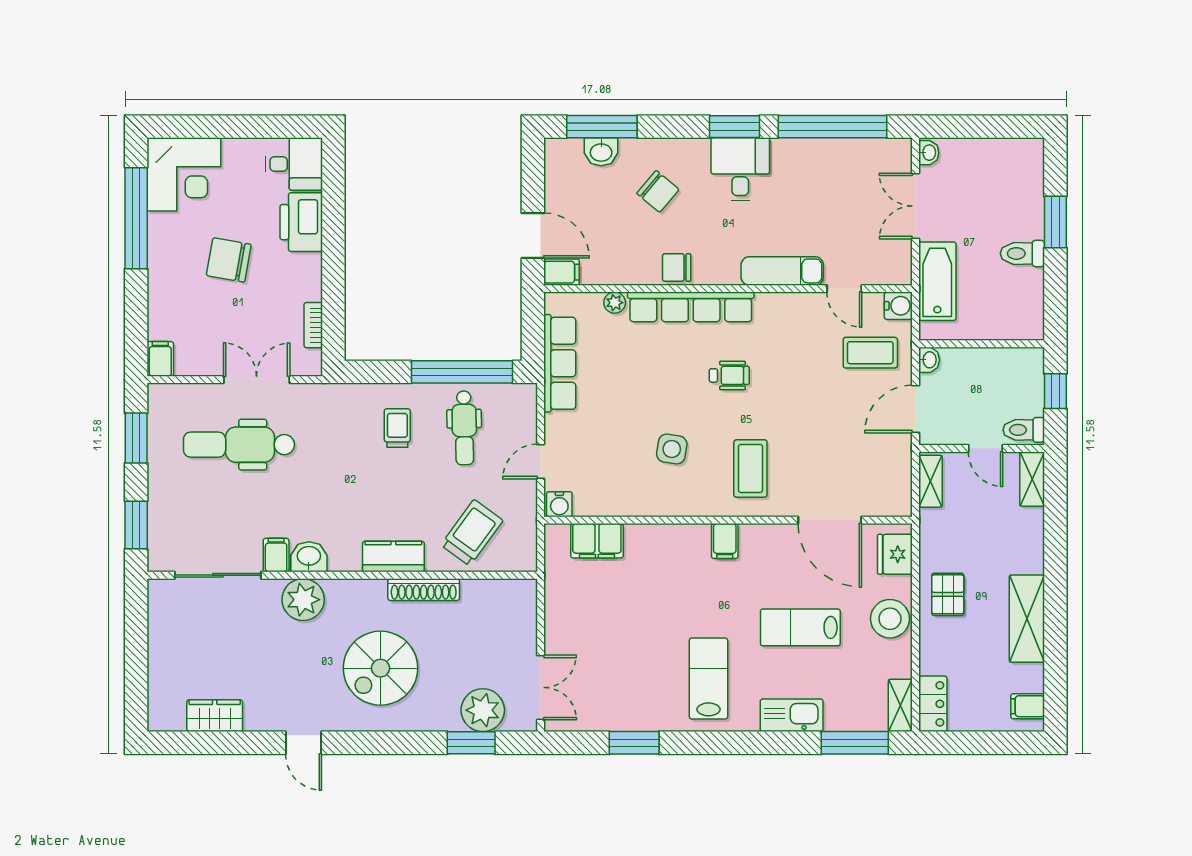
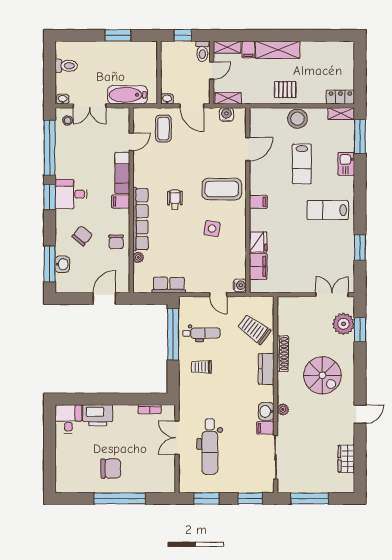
stool: (886, 162) -> (68, 121), added
corner desk: (184, 174) -> (74, 474), removed
window: (136, 218) -> (120, 498), moved
window: (1055, 222) -> (118, 35), moved
toilet: (1022, 253) -> (66, 66), moved, turned -90
chair: (229, 260) -> (111, 469), moved, turned -100
chair: (677, 267) -> (116, 242), moved
filing cabinet: (562, 272) -> (121, 201), moved, turned -90
water cooler: (898, 306) -> (226, 114), moved
filing cabinet: (160, 359) -> (167, 486), removed
row of seats: (560, 363) -> (169, 285), width x0.68
coffee table: (750, 468) -> (222, 189), width x1.36, depth x1.32
door: (830, 520) -> (248, 149), width x0.73
fridge: (895, 554) -> (258, 242), moved, turned -90
plant: (303, 600) -> (283, 409), width x0.53, depth x0.53
shelving: (1027, 619) -> (278, 50), moved
window: (136, 643) -> (310, 498), added
filing cabinet: (1028, 706) -> (248, 49), moved
kitchen sink: (792, 715) -> (346, 164), width x0.73

